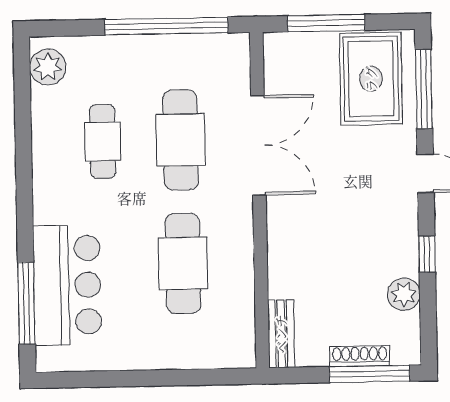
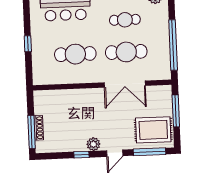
plant: (404, 294) -> (93, 144), moved
bench: (281, 334) -> (47, 95), removed
window: (155, 378) -> (28, 44), added

